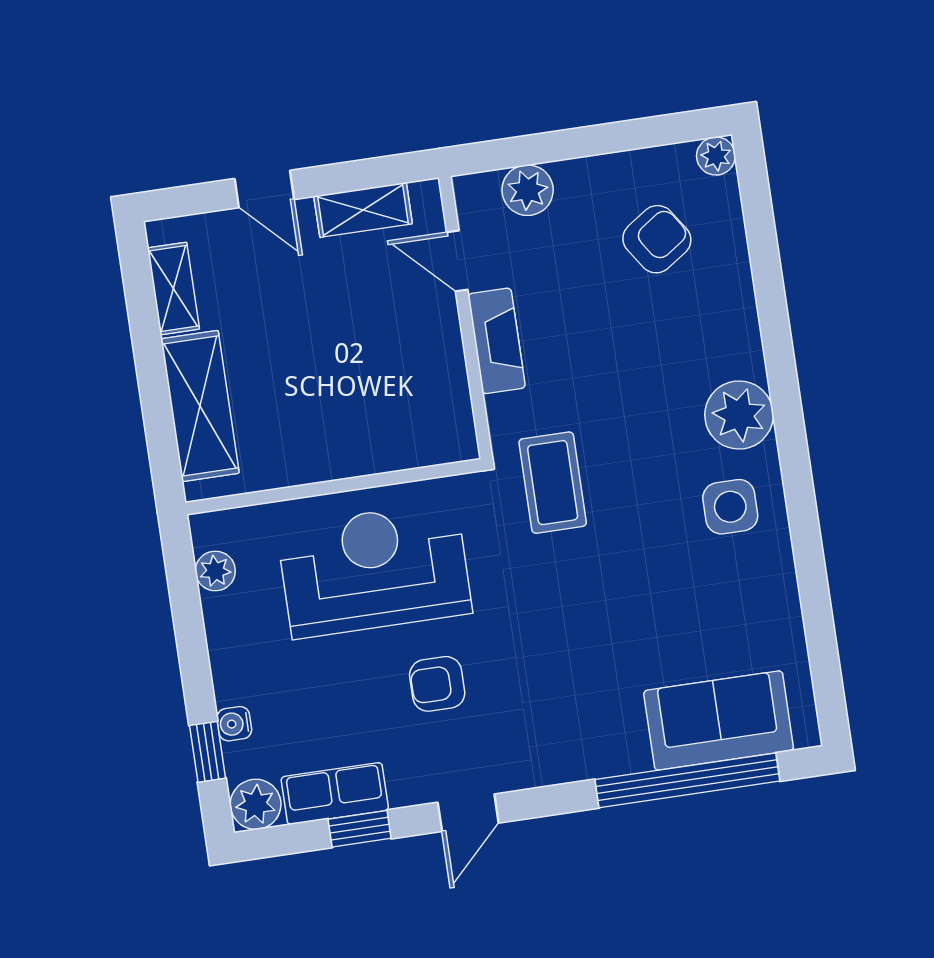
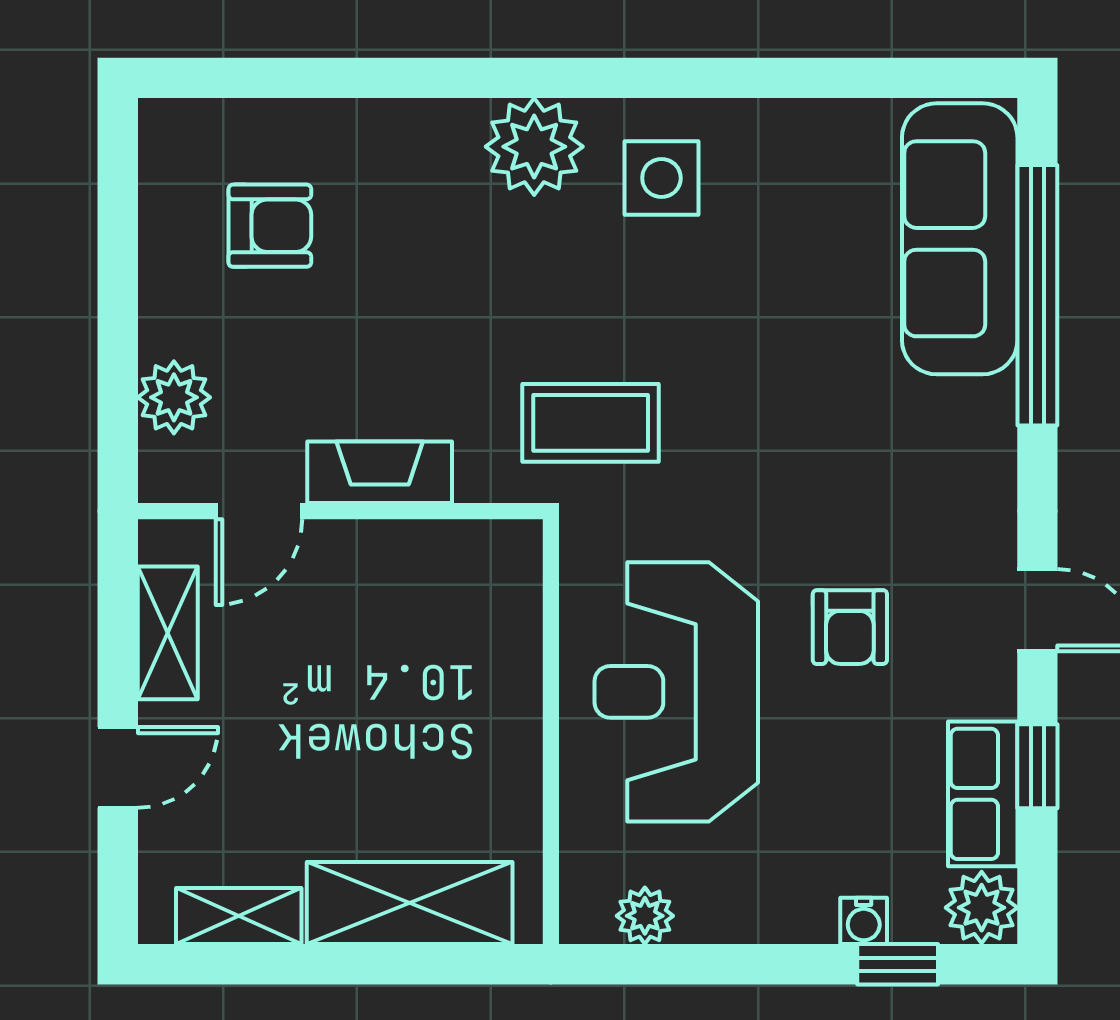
plant: (716, 156) -> (165, 125), removed
armchair: (657, 239) -> (270, 226), turned 124
sofa: (719, 720) -> (960, 239), width x1.36

